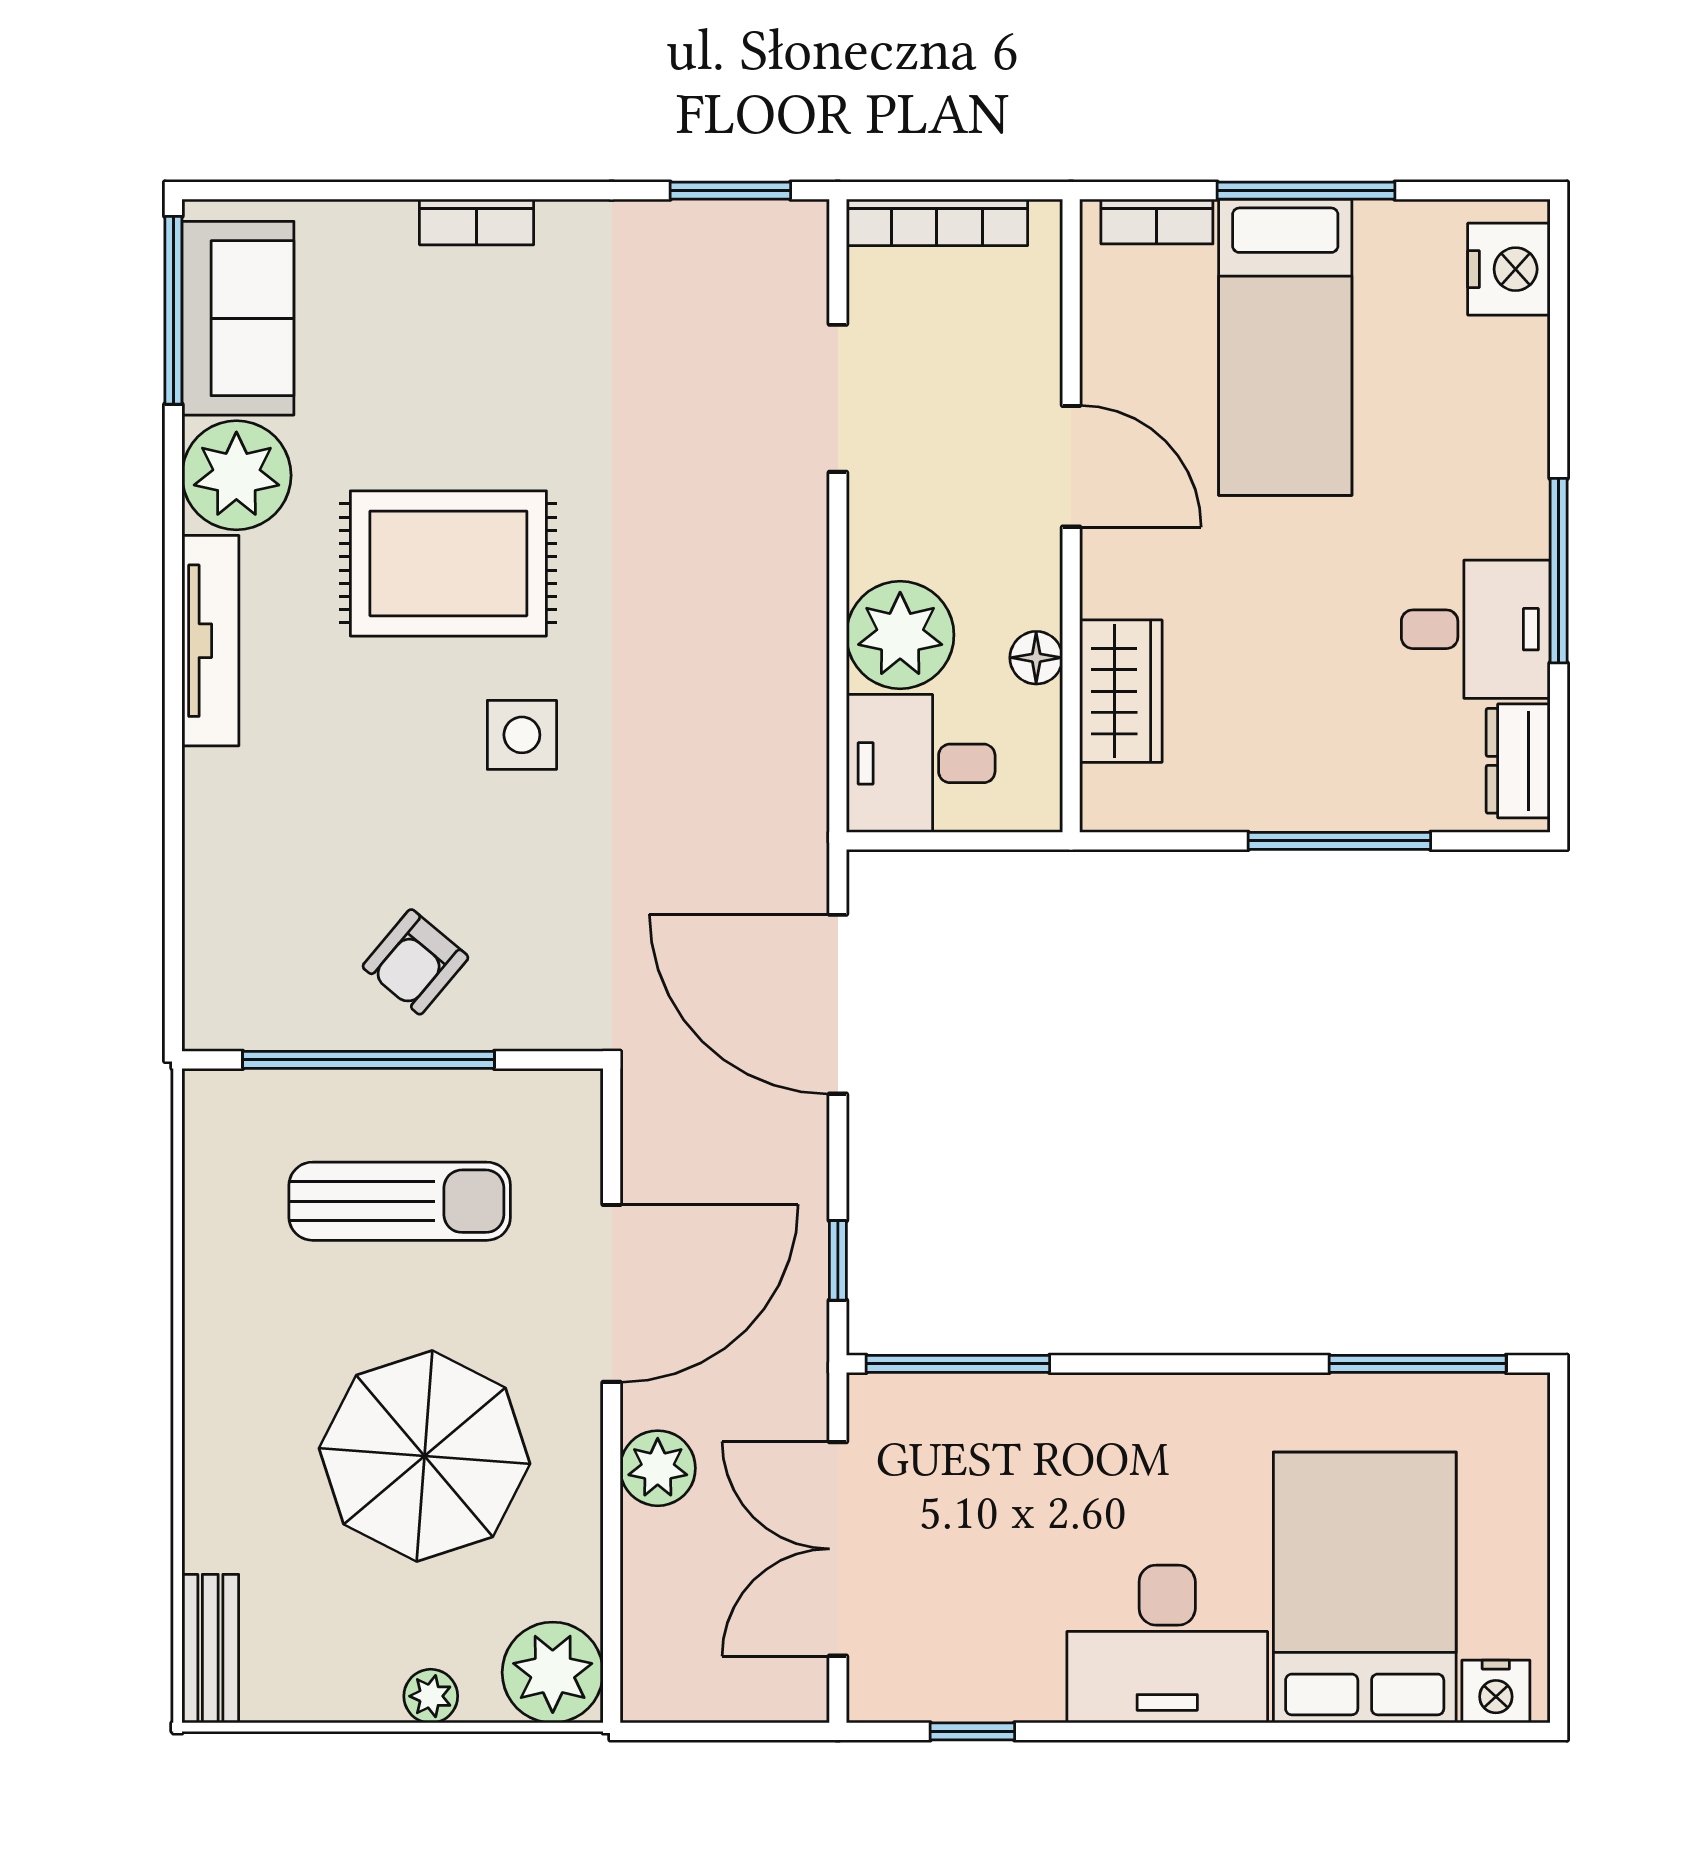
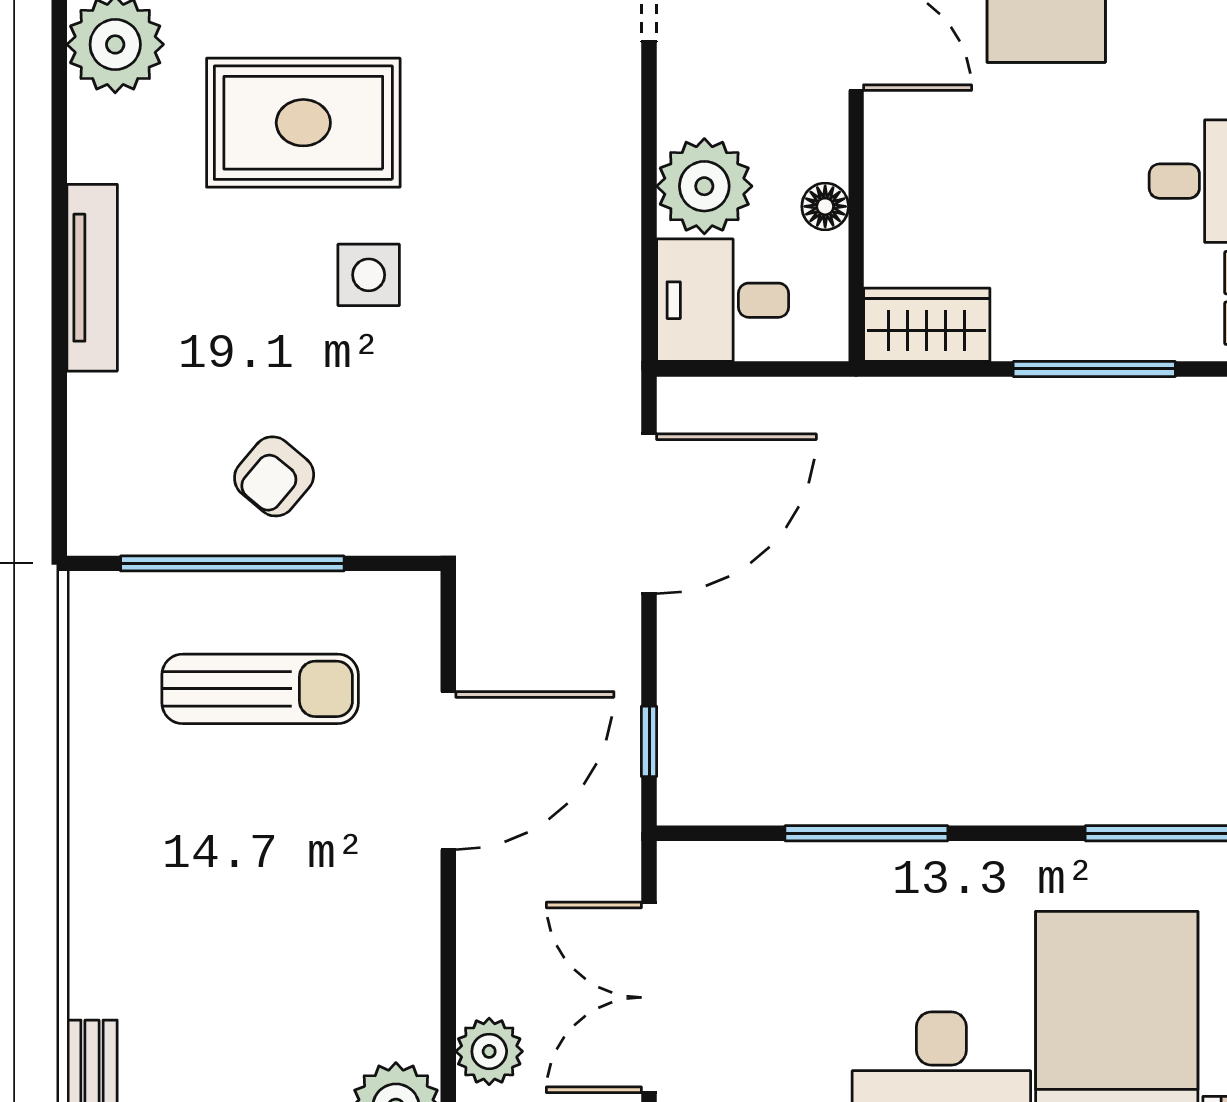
tv unit: (210, 641) -> (92, 278), moved
wardrobe: (1121, 691) -> (927, 325), moved, turned -90
door: (838, 1004) -> (649, 514), swing flipped
window: (958, 1364) -> (866, 833), moved
parasol: (425, 1456) -> (282, 915), removed
plant: (658, 1468) -> (489, 1051), moved

